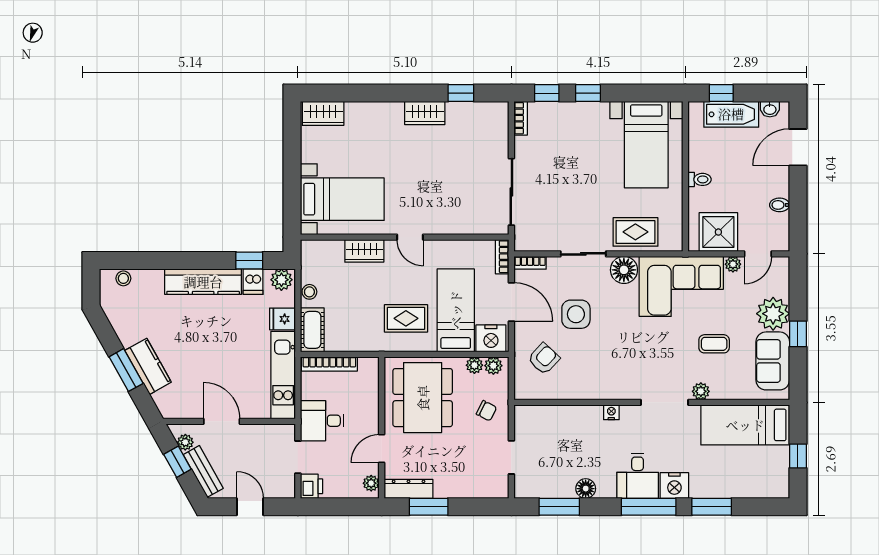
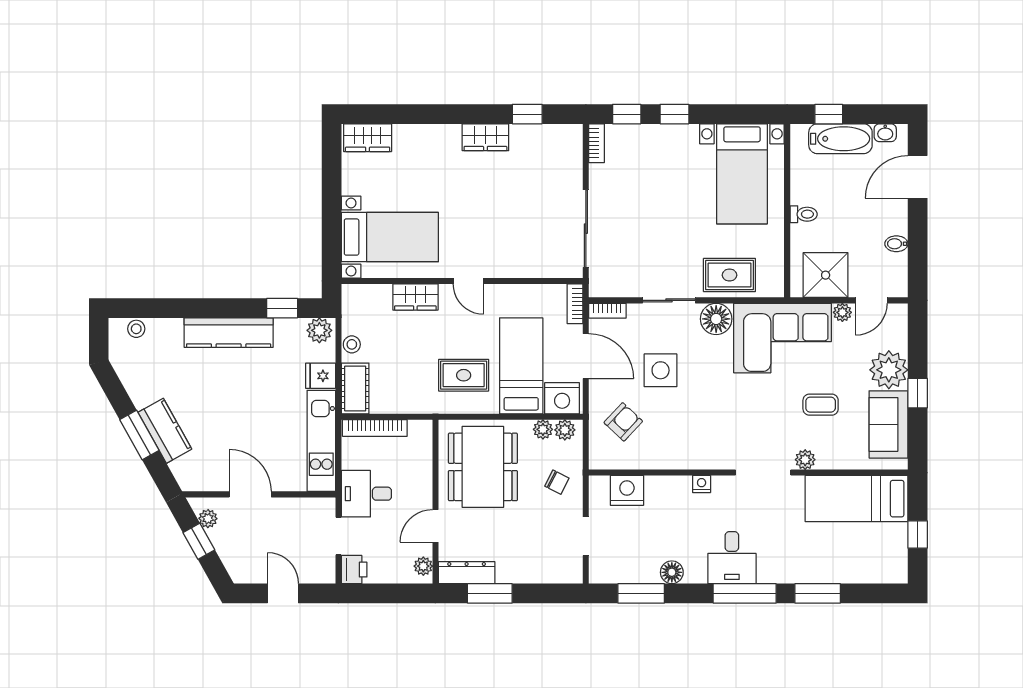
dishwasher: (253, 282) -> (286, 333), removed
bench: (203, 471) -> (229, 552), removed
nightstand: (674, 486) -> (627, 490), moved, turned 180

